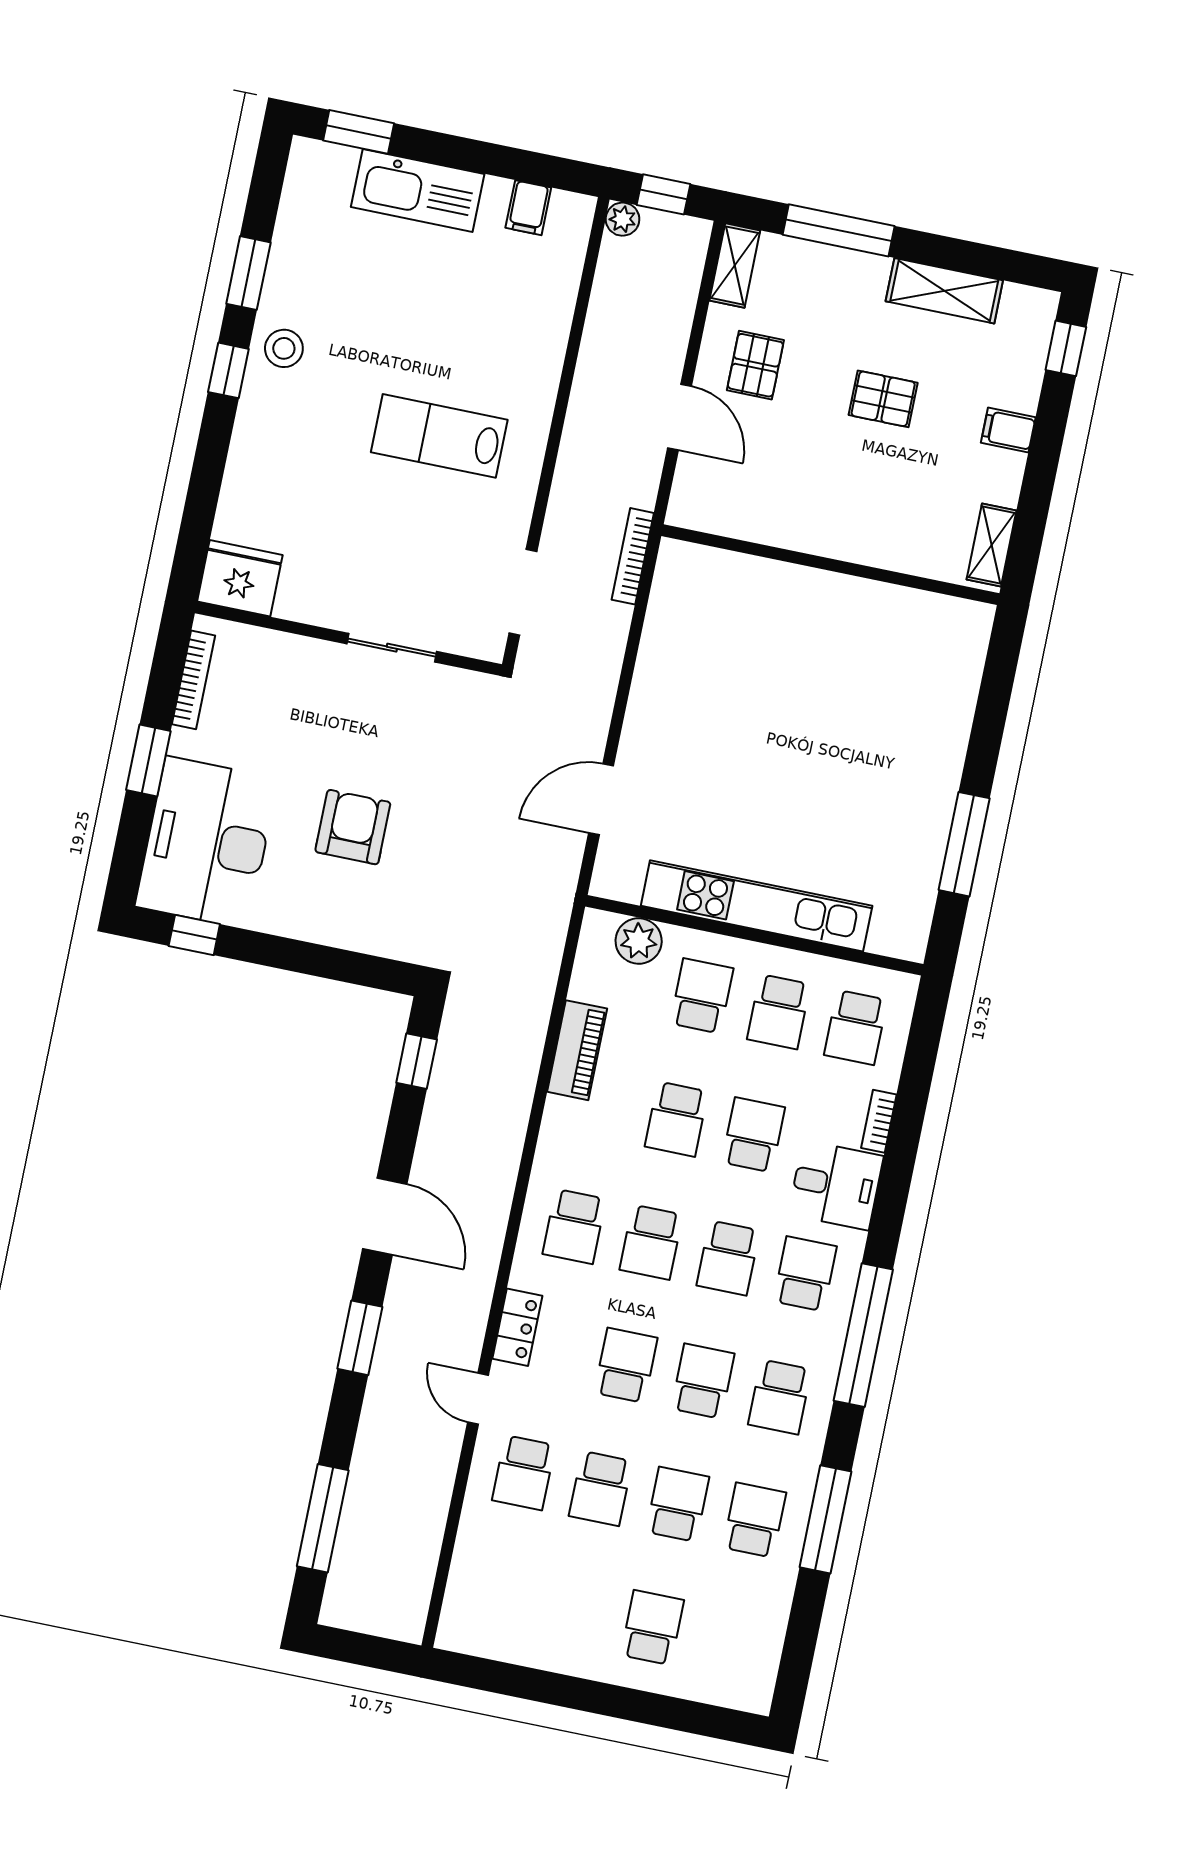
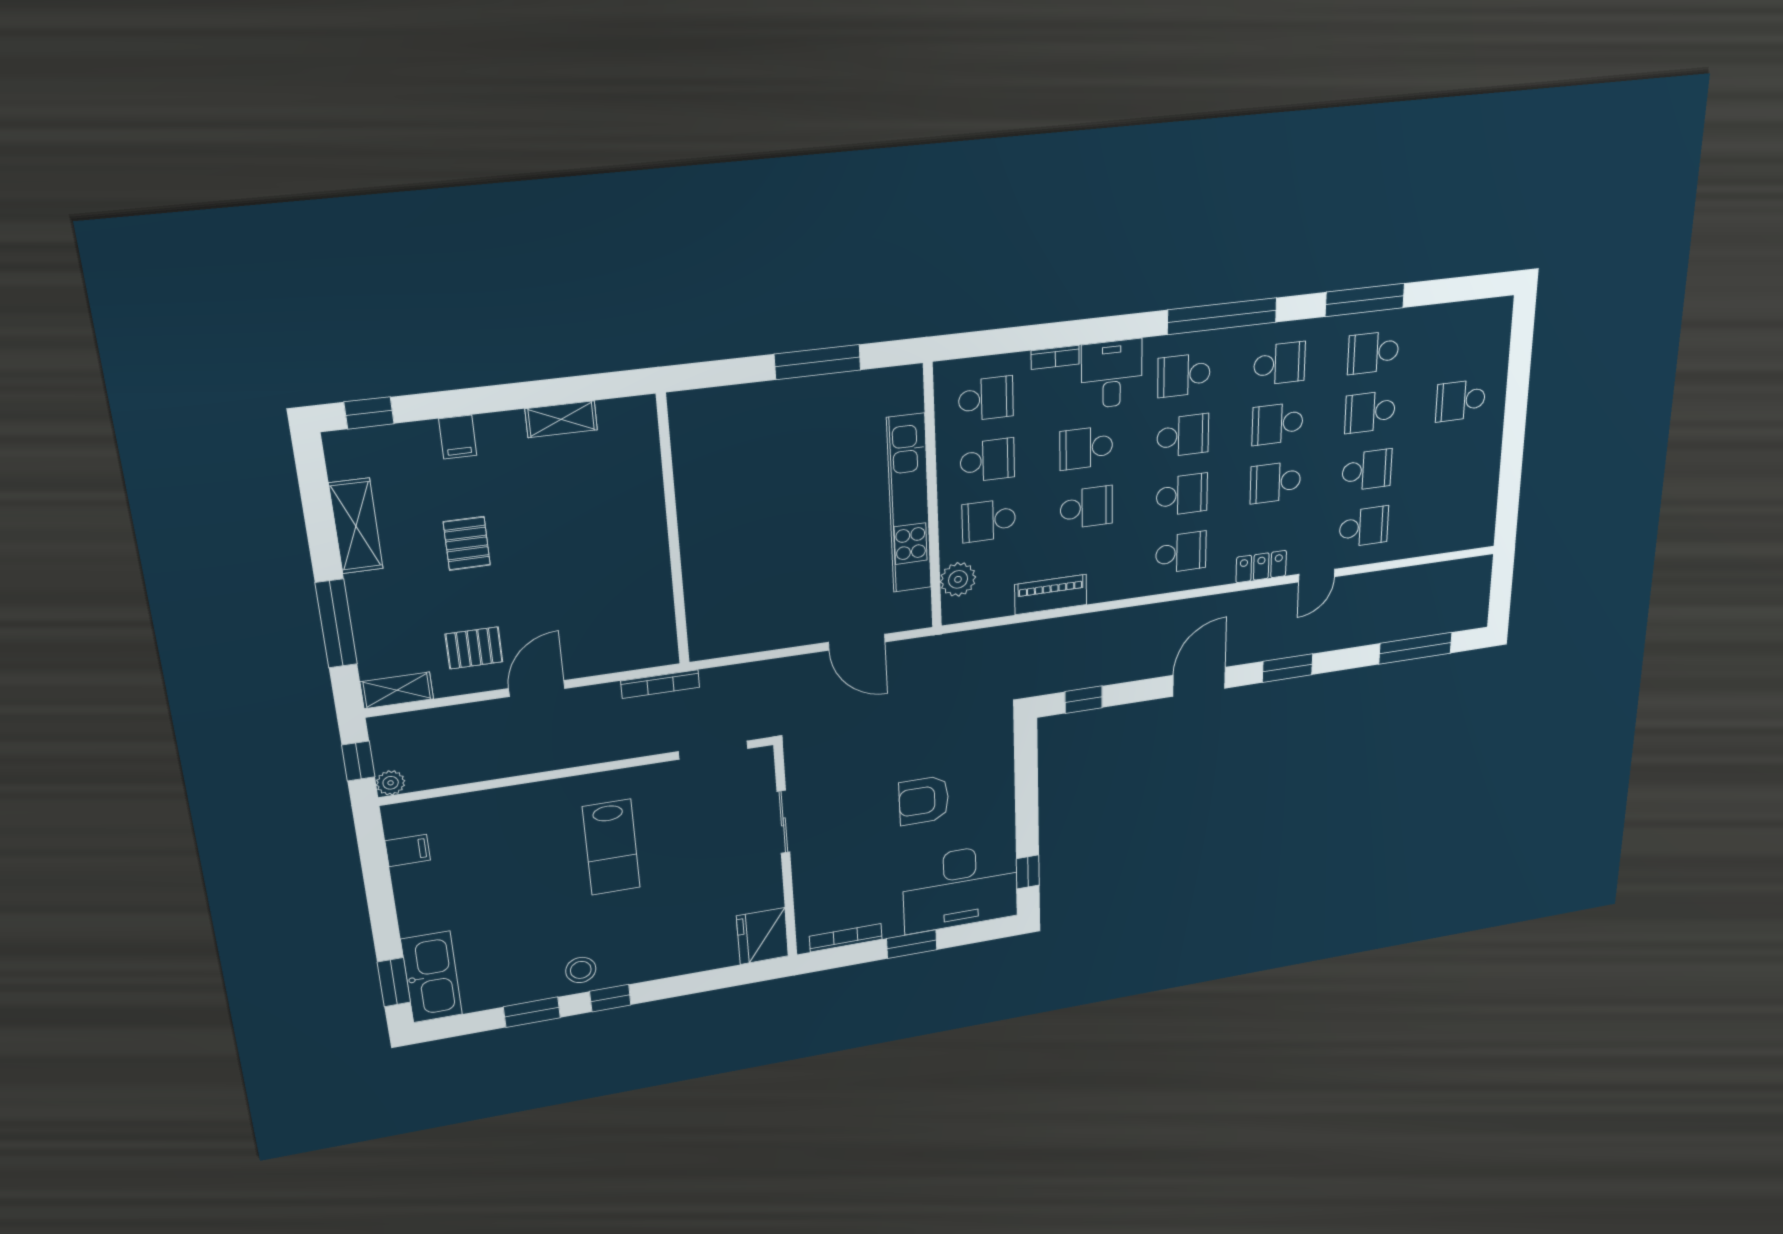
kitchen sink: (418, 190) -> (432, 977), moved
wall: (830, 565) -> (673, 532), moved

